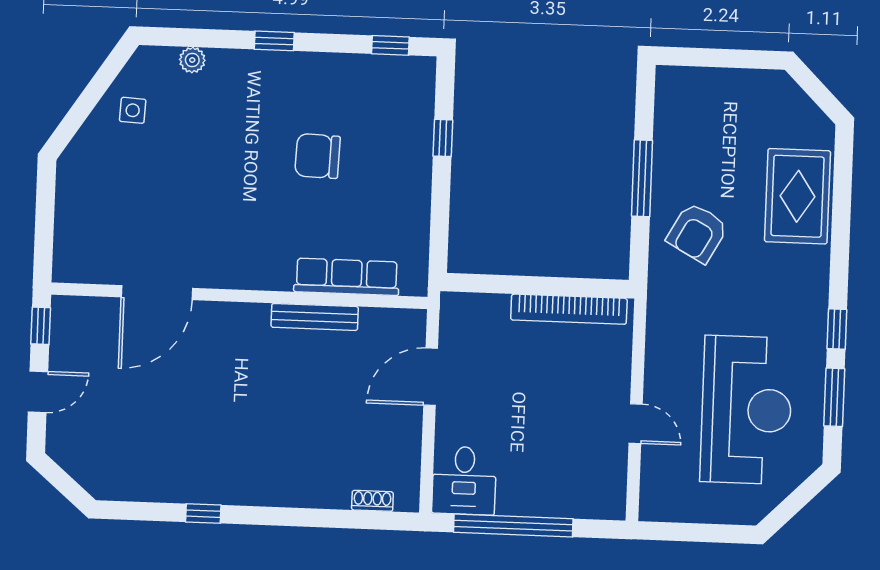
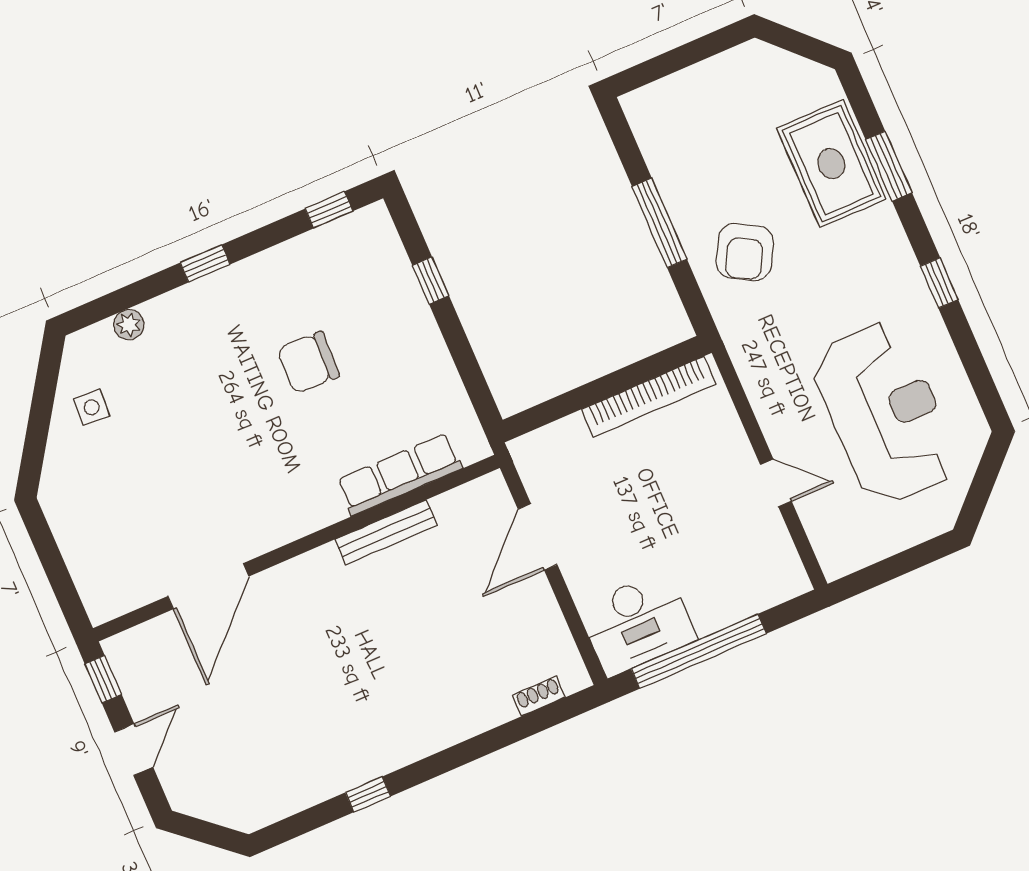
window: (834, 397) -> (889, 166), moved
desk: (464, 481) -> (637, 623), width x1.37

